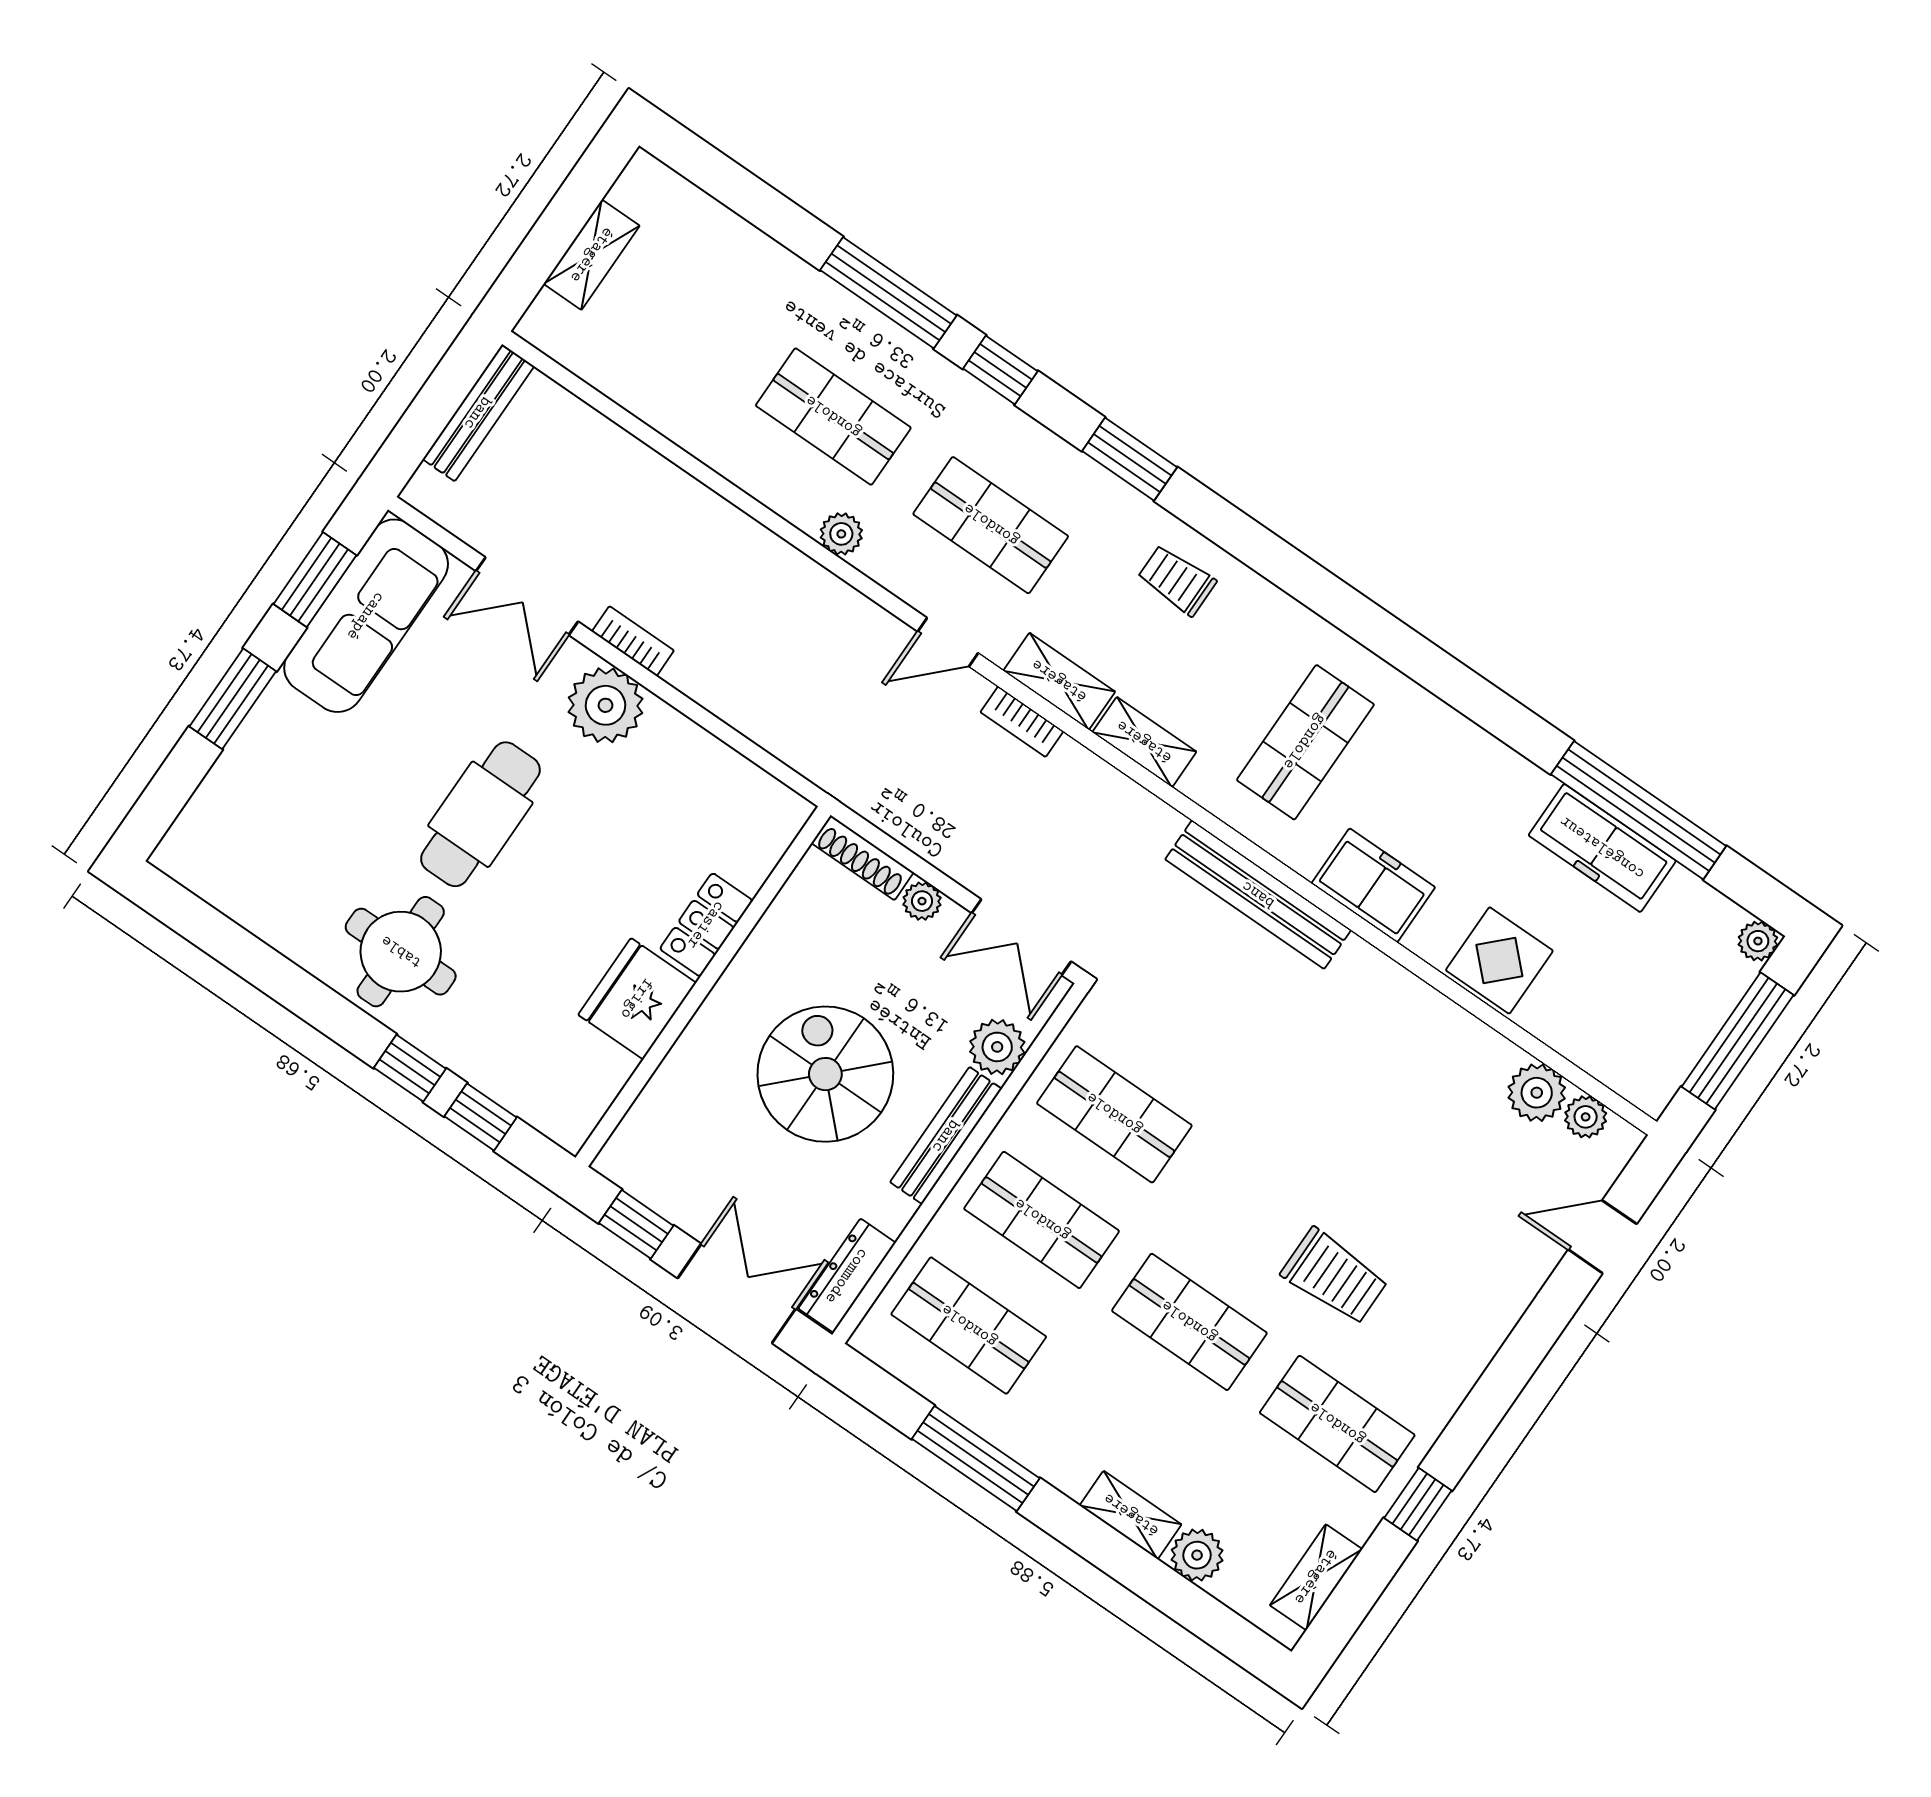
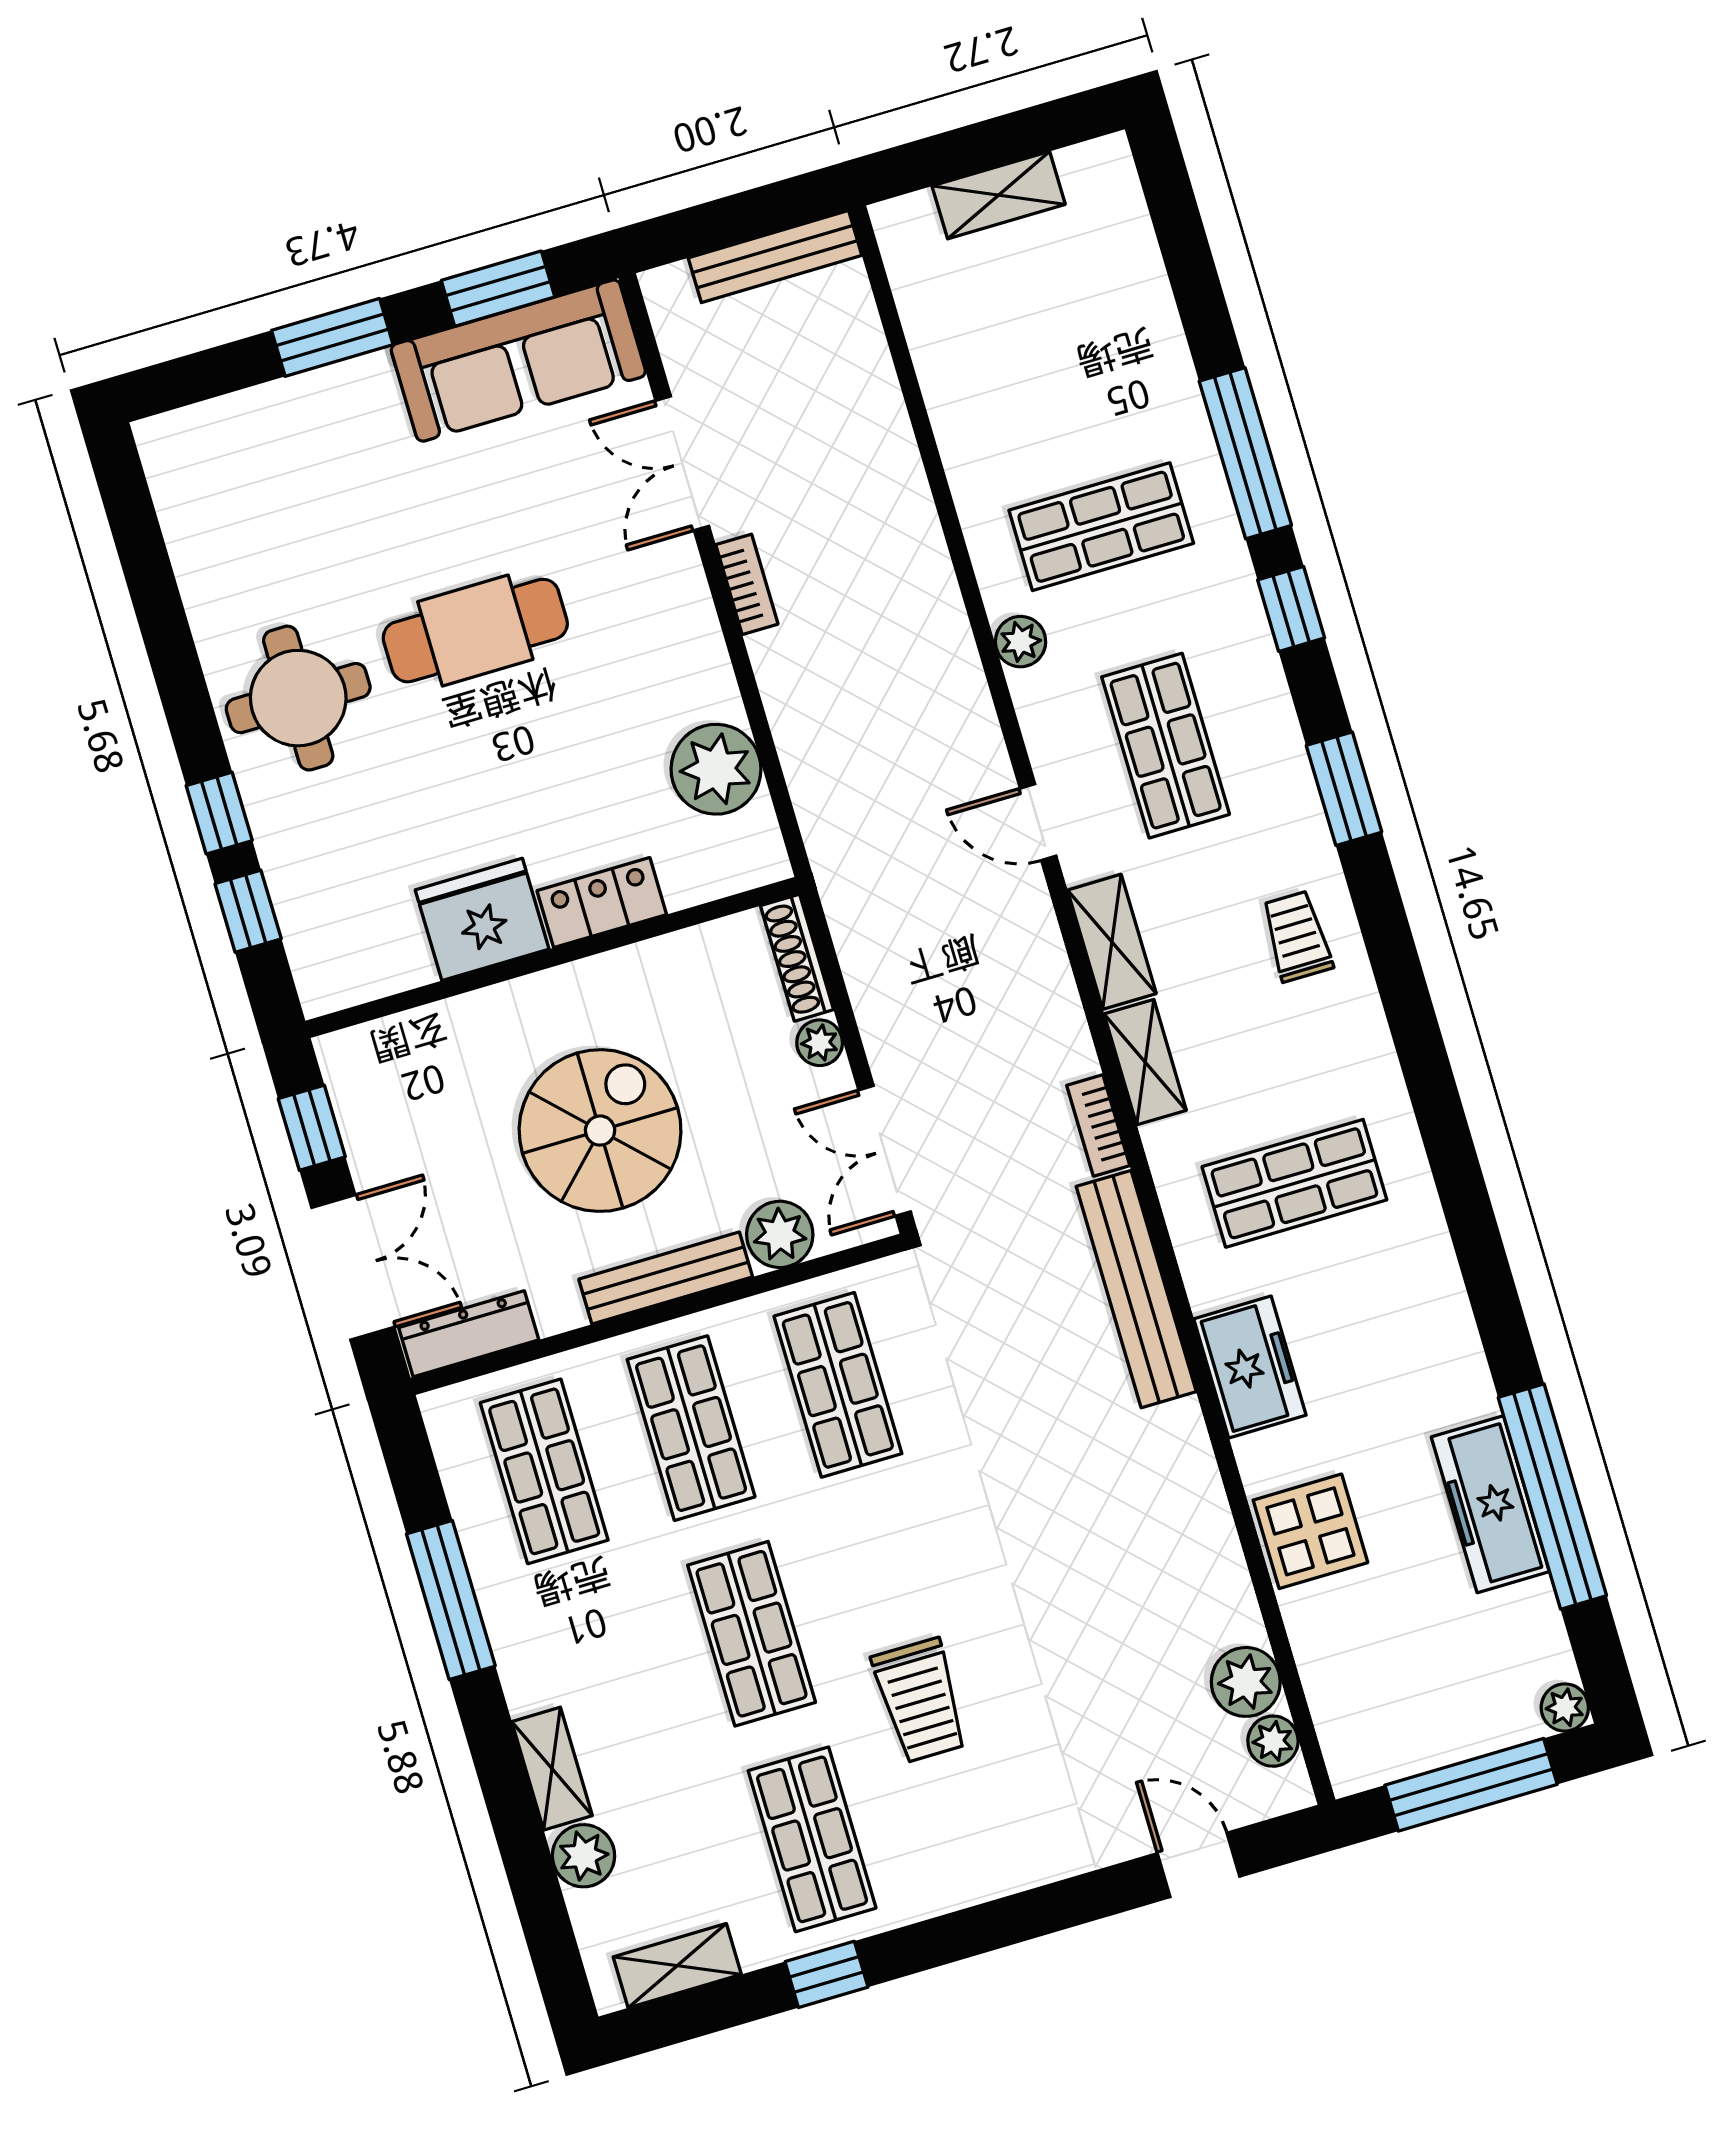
shop shelf: (833, 417) -> (1101, 527), turned 90
plant: (606, 705) -> (716, 769), moved
bookcase: (1022, 722) -> (1098, 1126), moved

